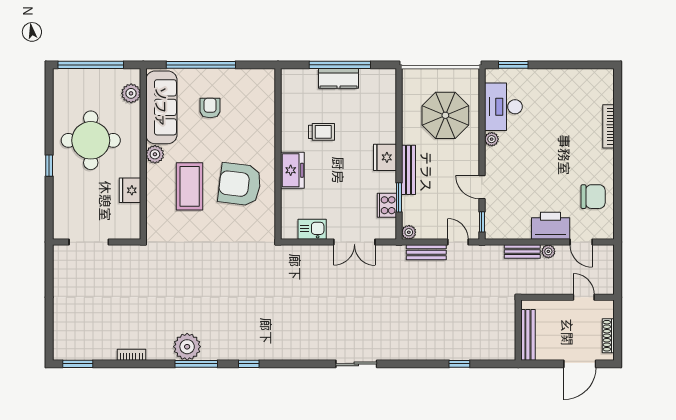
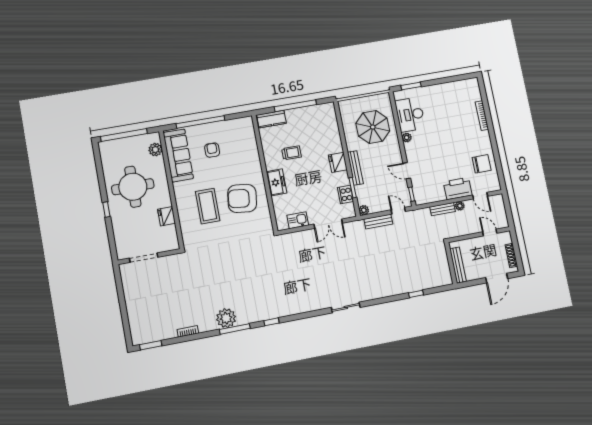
kitchen counter: (339, 78) -> (271, 119), moved
plant: (155, 154) -> (180, 188), removed

